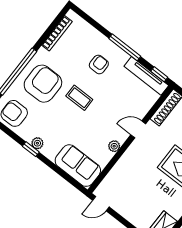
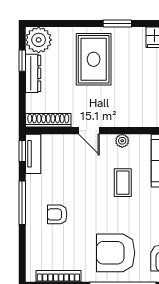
tv unit: (146, 76) -> (33, 154), width x0.71
coffee table: (79, 98) -> (123, 183), moved

